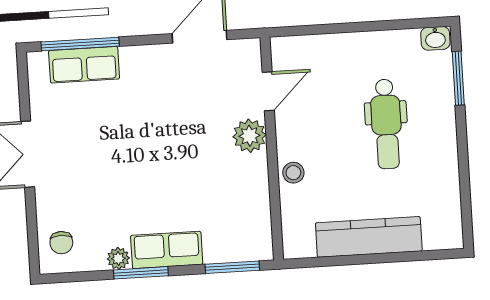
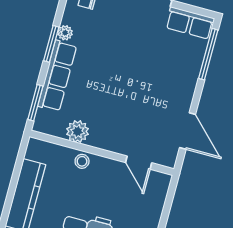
row of seats: (84, 65) -> (190, 23), moved, turned -90
plant: (249, 136) -> (78, 131), moved
row of seats: (167, 250) -> (57, 76), width x1.48

